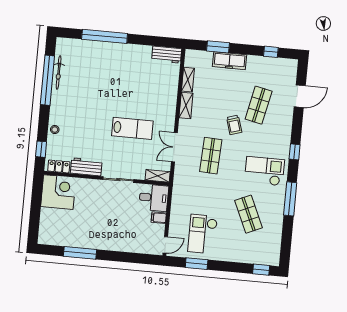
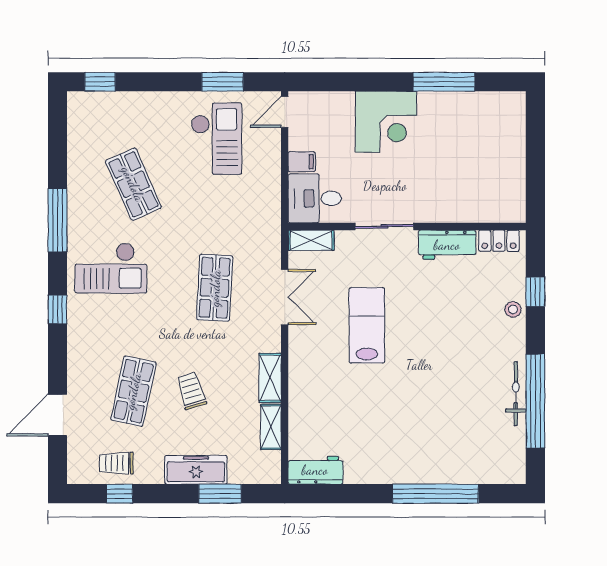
trolley: (271, 68) -> (116, 463), added
bicycle: (59, 72) -> (516, 394), moved
trolley: (234, 125) -> (191, 391), moved
lab bench: (132, 128) -> (367, 325), turned 90
window: (41, 149) -> (535, 292), moved
corner desk: (58, 192) -> (386, 122), moved, turned -90

